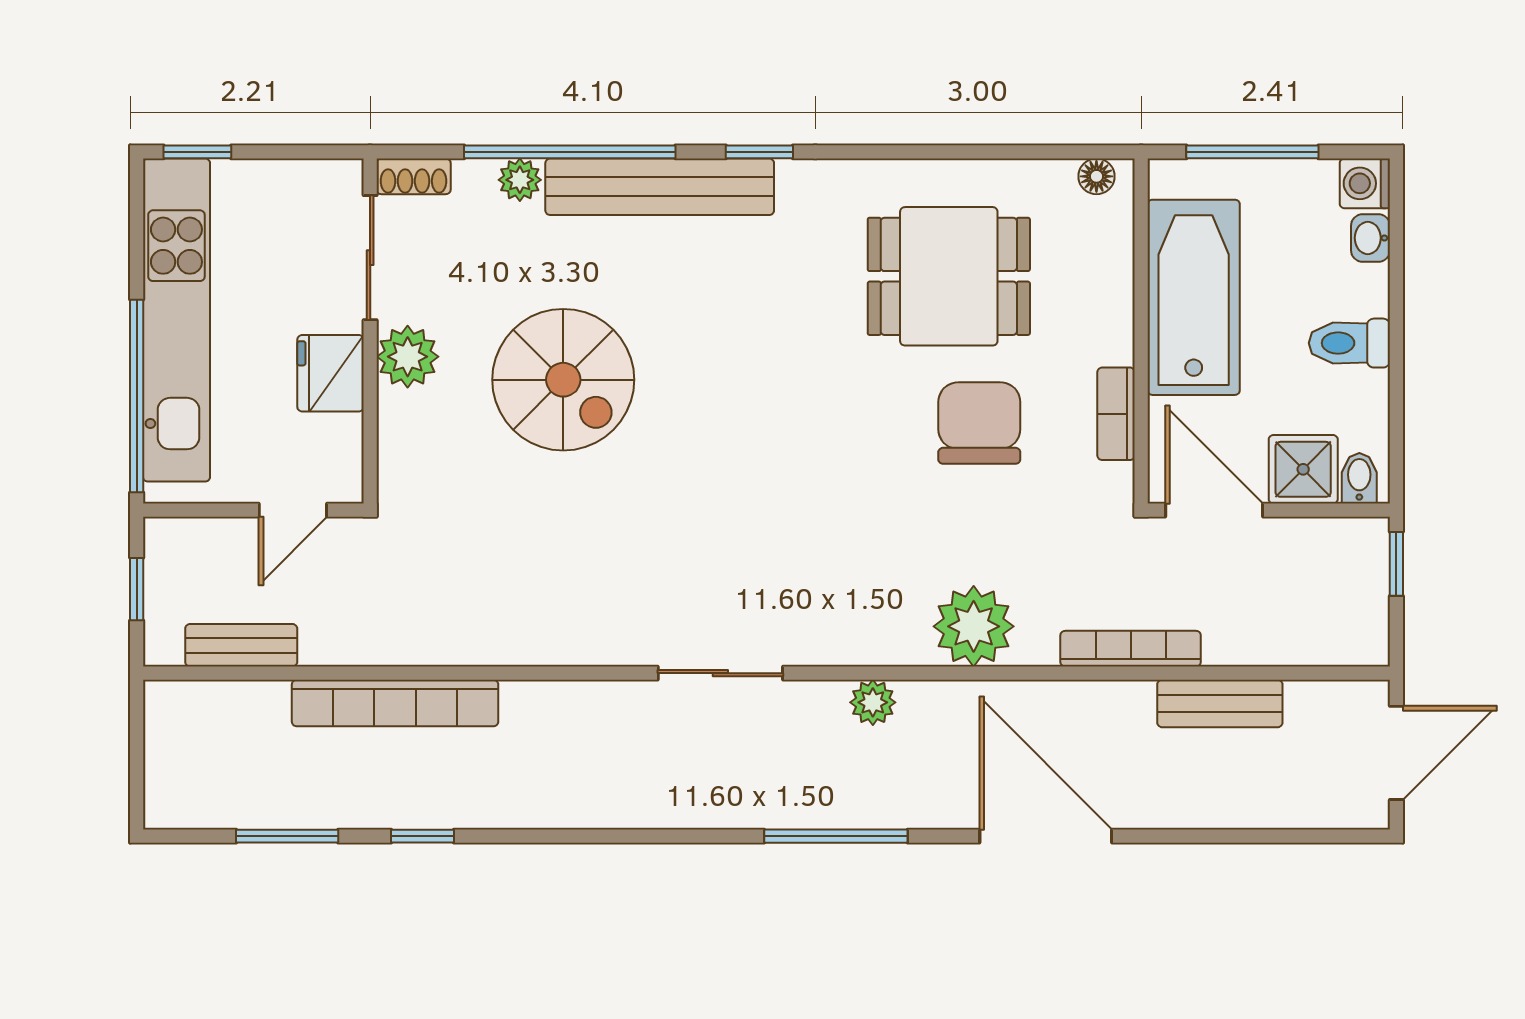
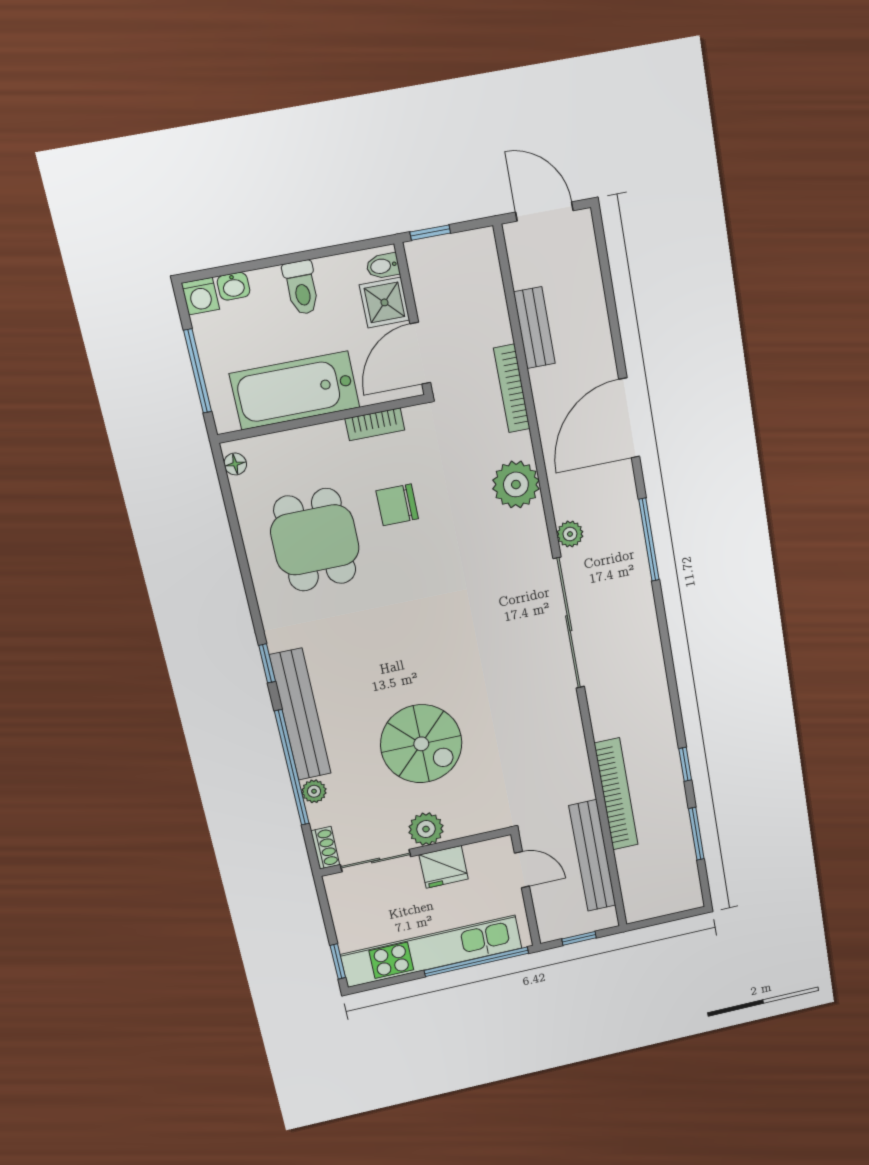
spiral stairs: (563, 380) -> (421, 744), turned 90
chair: (979, 423) -> (397, 505), width x0.73, depth x0.73
bench: (241, 645) -> (592, 856), width x1.86, depth x1.21
sliding door: (720, 673) -> (569, 623), width x1.86

